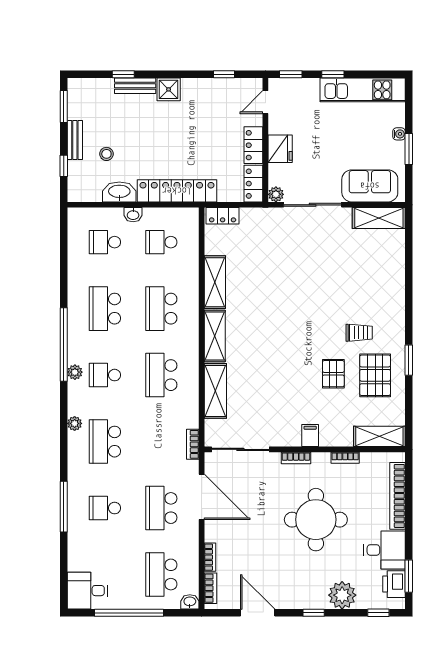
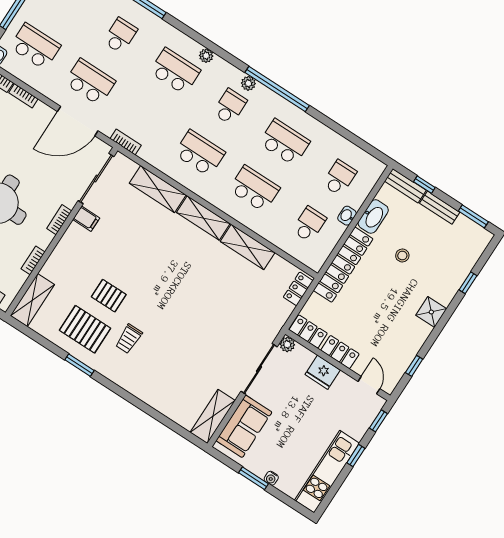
bench: (135, 86) -> (405, 186), moved, turned 90
stool: (106, 154) -> (402, 255), moved
filing cabinet: (310, 436) -> (86, 219), moved

